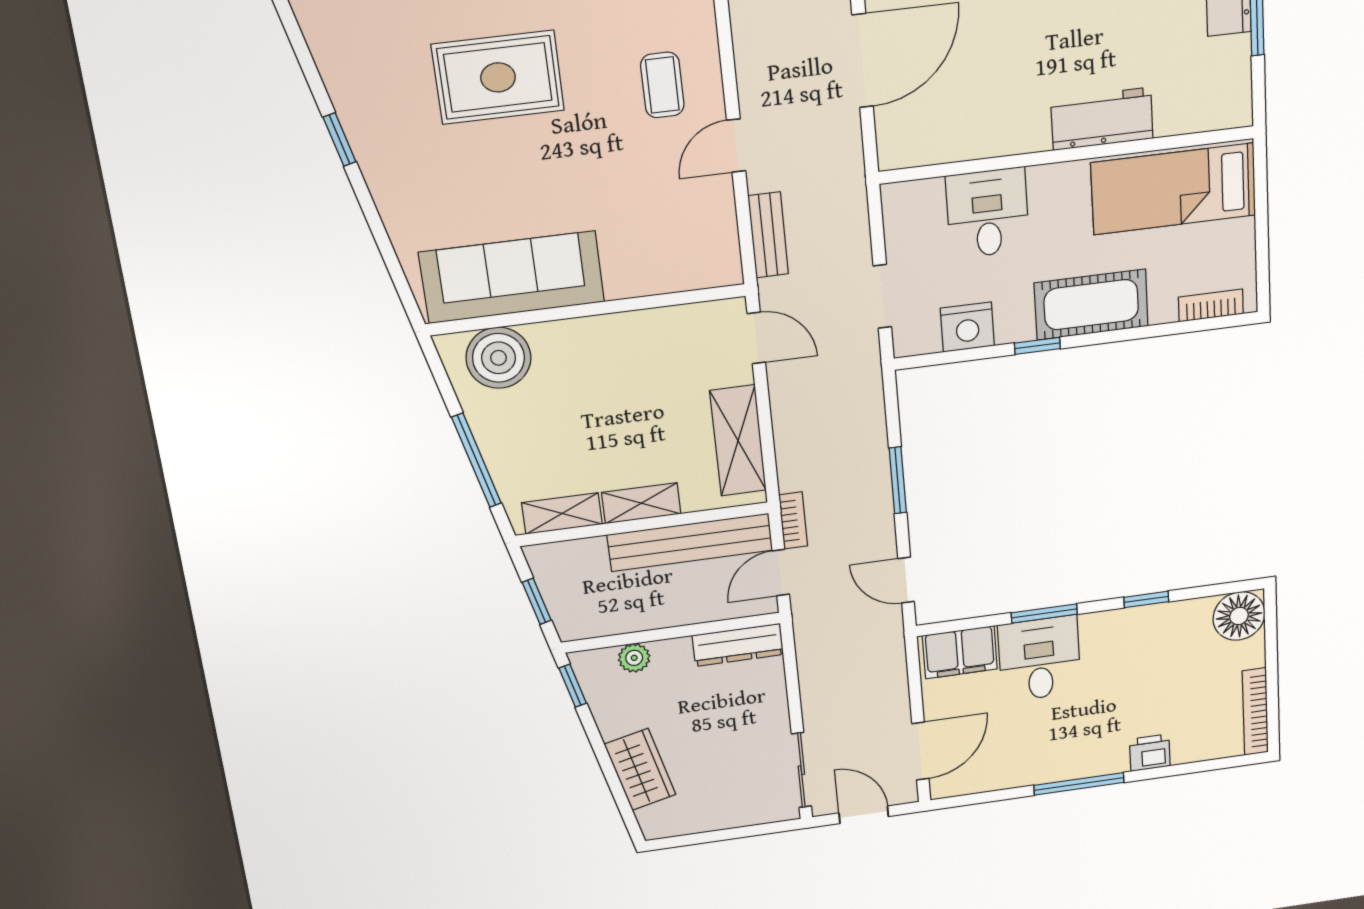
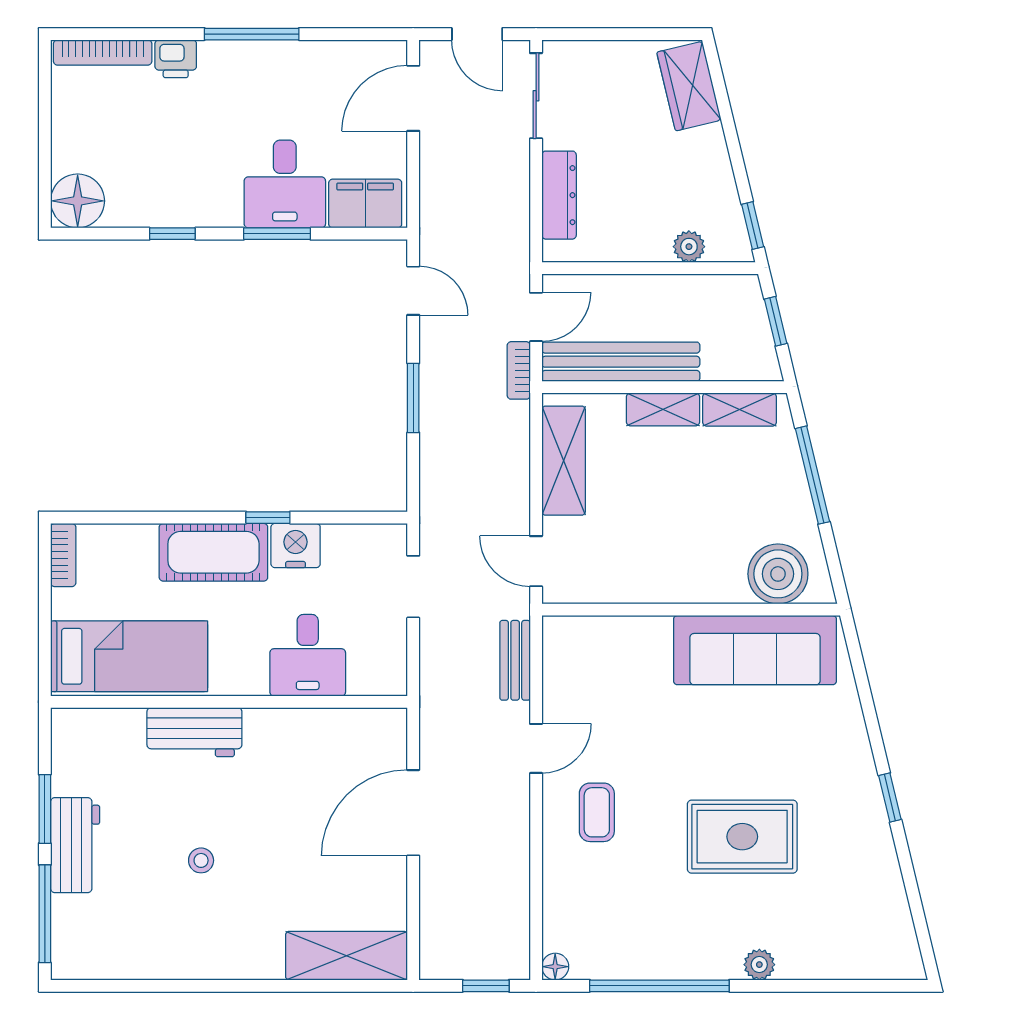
bookcase: (1211, 305) -> (63, 555), moved, turned -90
nightstand: (967, 327) -> (296, 546), moved
dresser: (738, 645) -> (559, 195), moved, turned 90
bookcase: (1255, 712) -> (103, 52), moved, turned 90
wardrobe: (640, 769) -> (689, 86), moved

